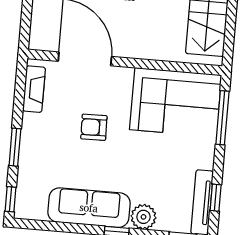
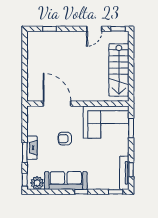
fireplace: (34, 89) -> (32, 148), moved
window: (222, 118) -> (131, 128), width x0.69
plant: (143, 217) -> (37, 183), moved

